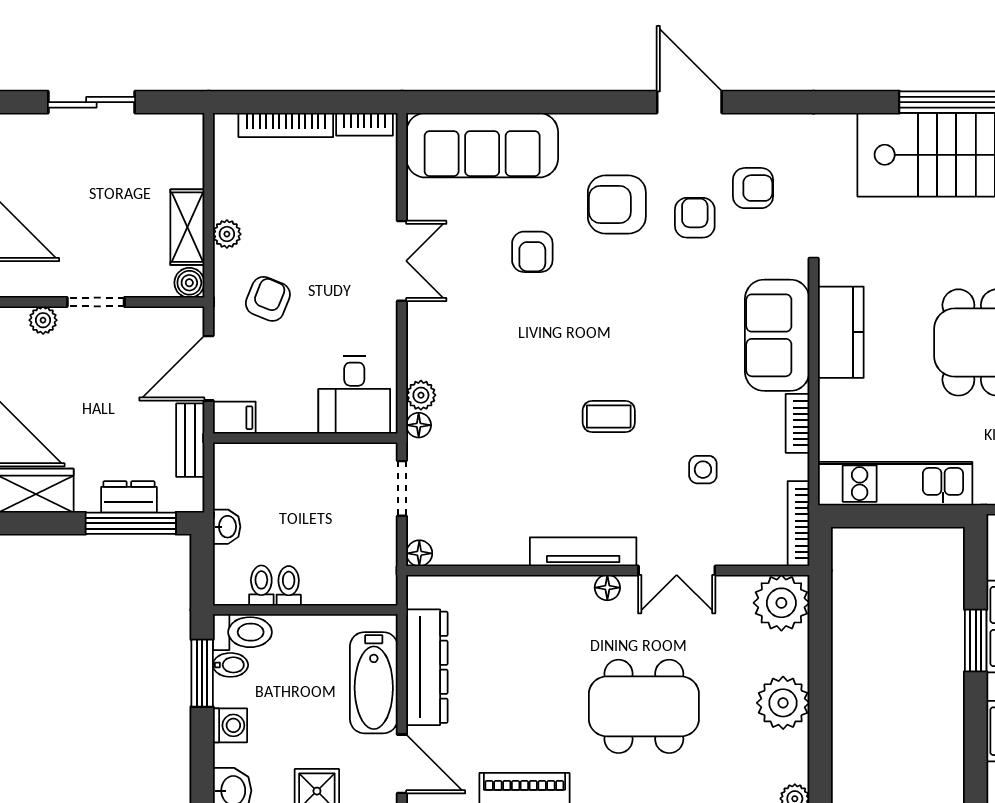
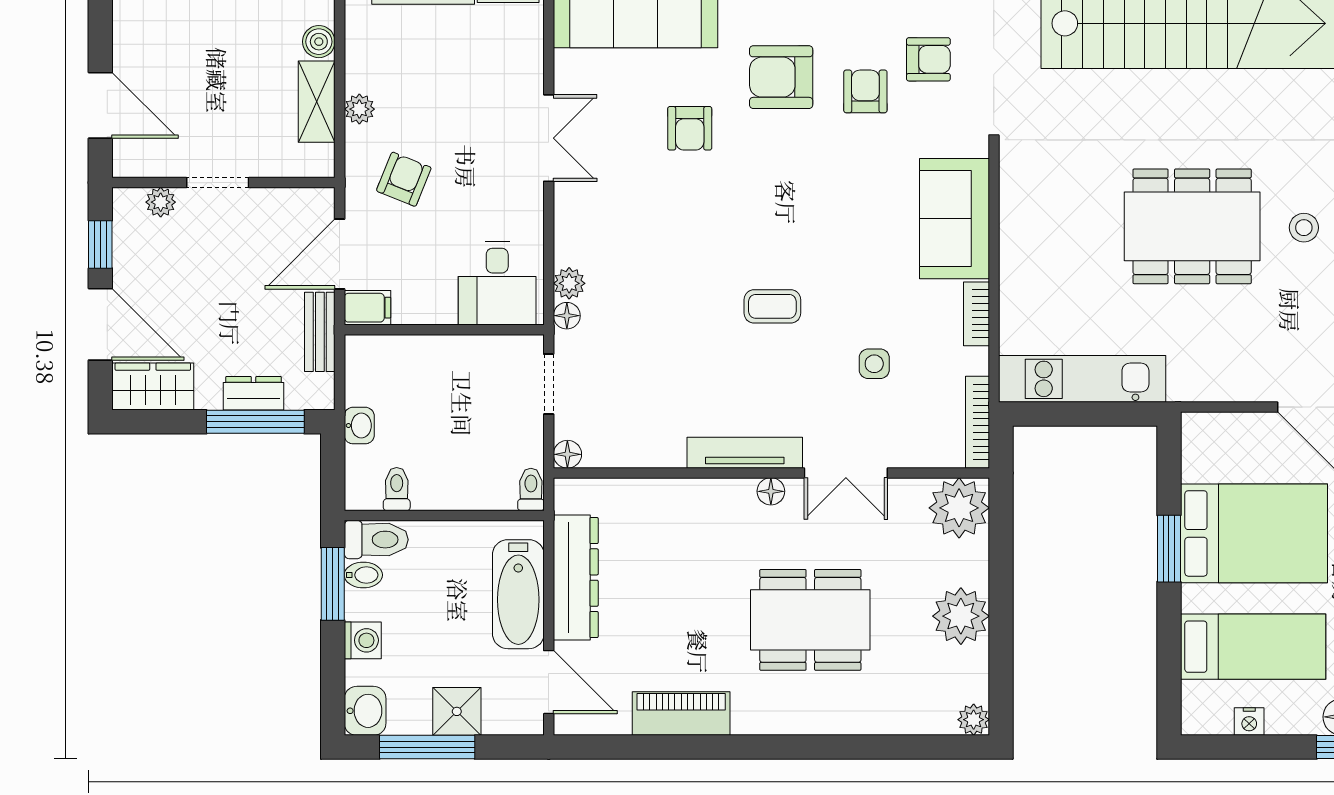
boiler: (189, 283) -> (319, 42), moved
kitchen counter: (841, 332) -> (1023, 215), removed
toilet: (289, 586) -> (531, 489), moved

